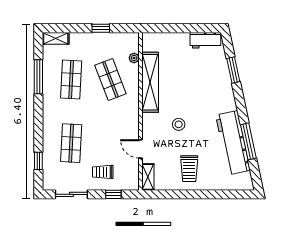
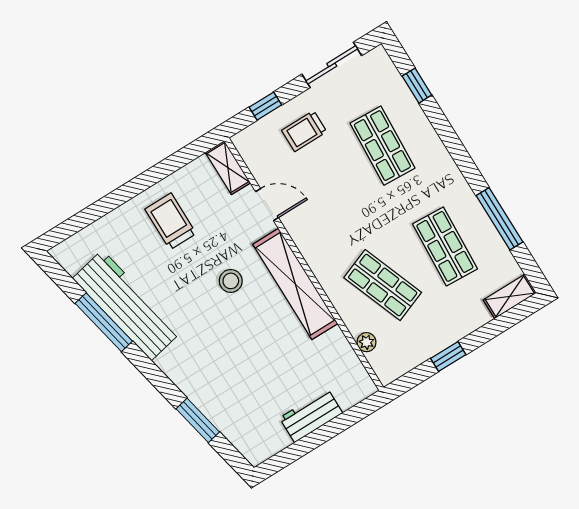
workbench: (205, 40) -> (311, 415), moved
shelving: (150, 82) -> (295, 284), moved
trolley: (103, 172) -> (304, 131), turned 180

